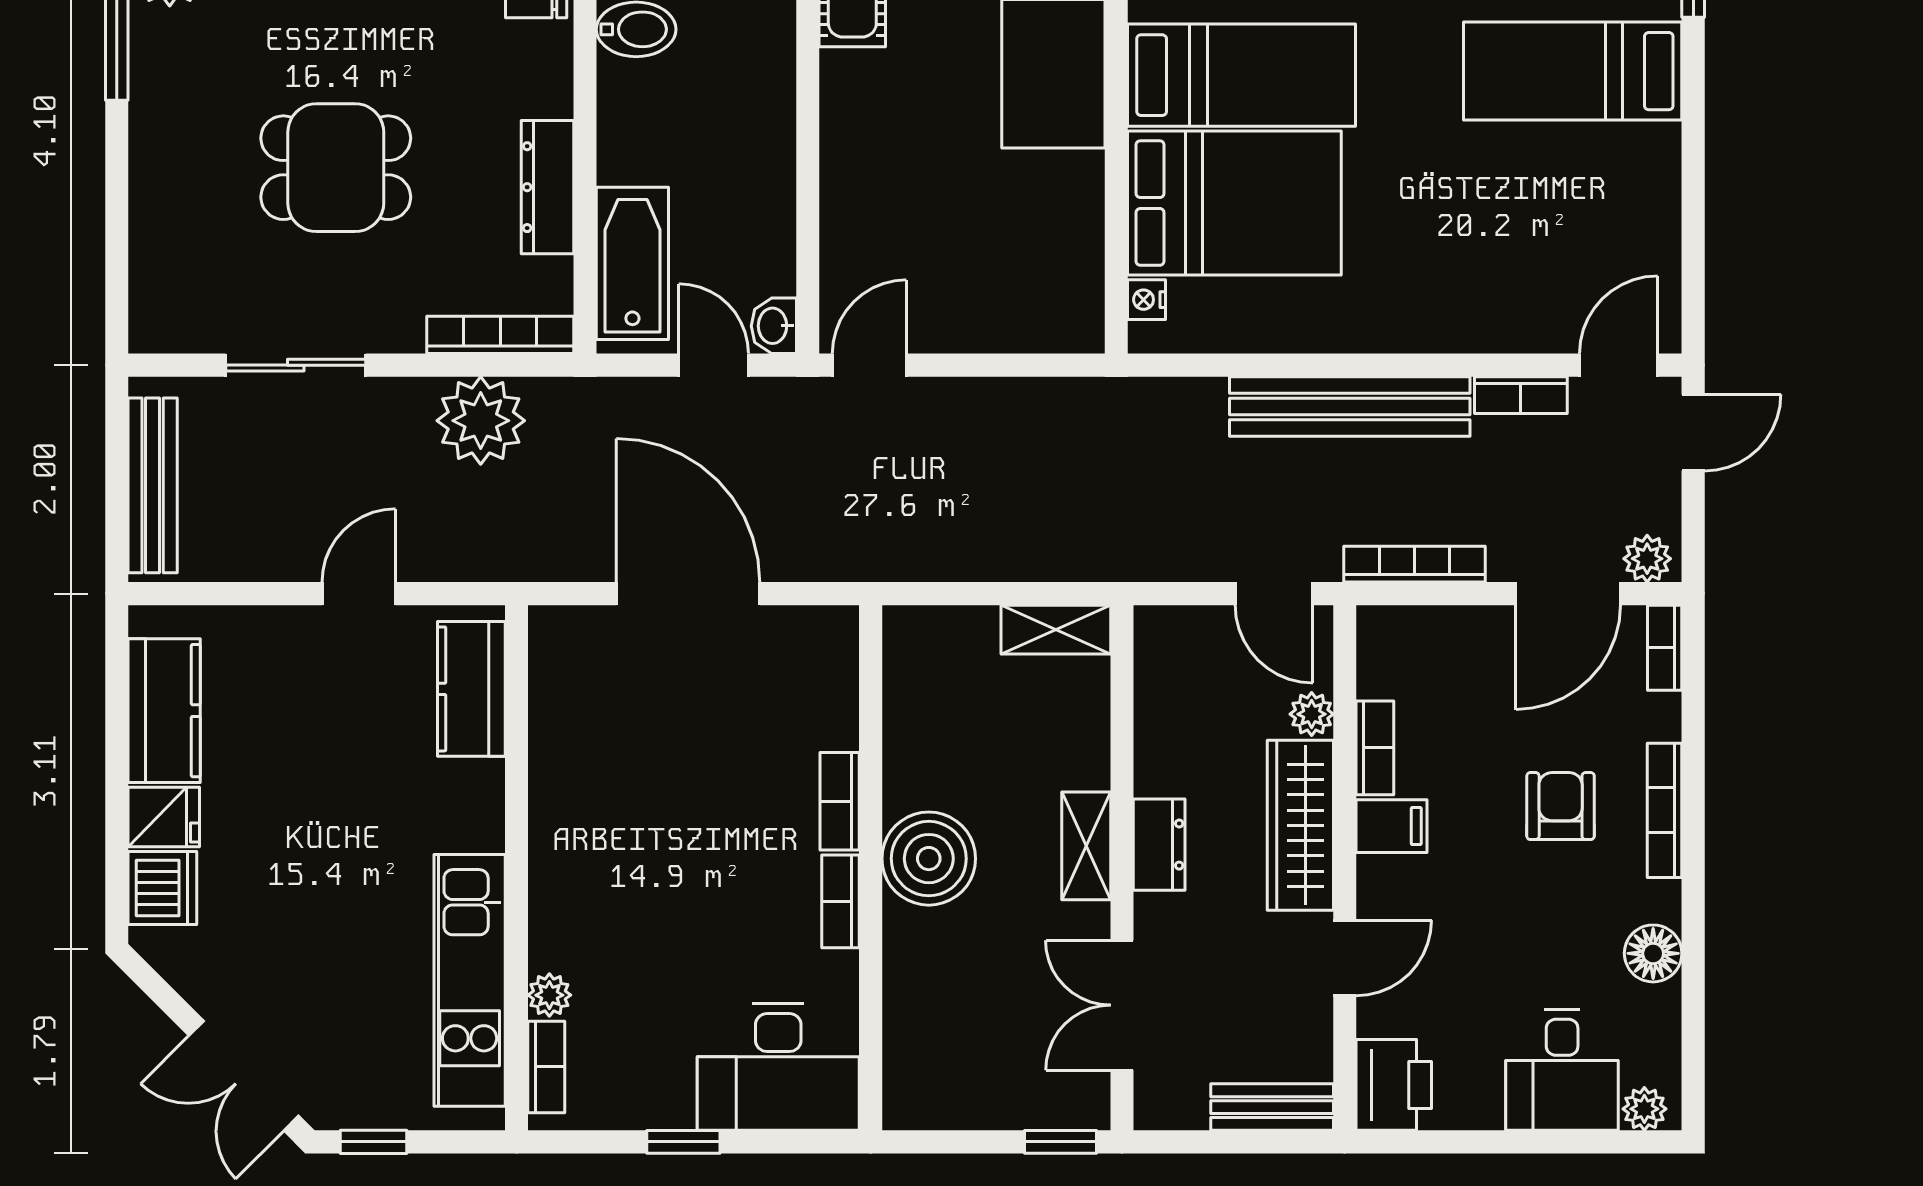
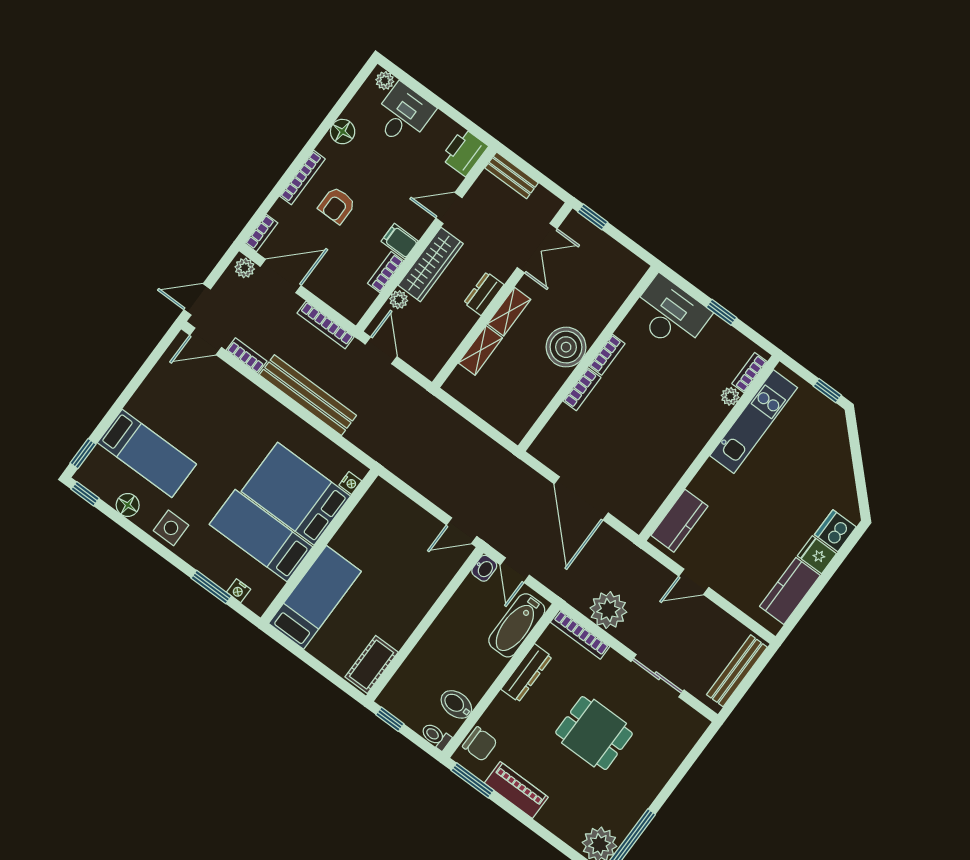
shelving: (1056, 630) -> (480, 350), moved, turned 90
double door: (244, 1076) -> (855, 446), removed

